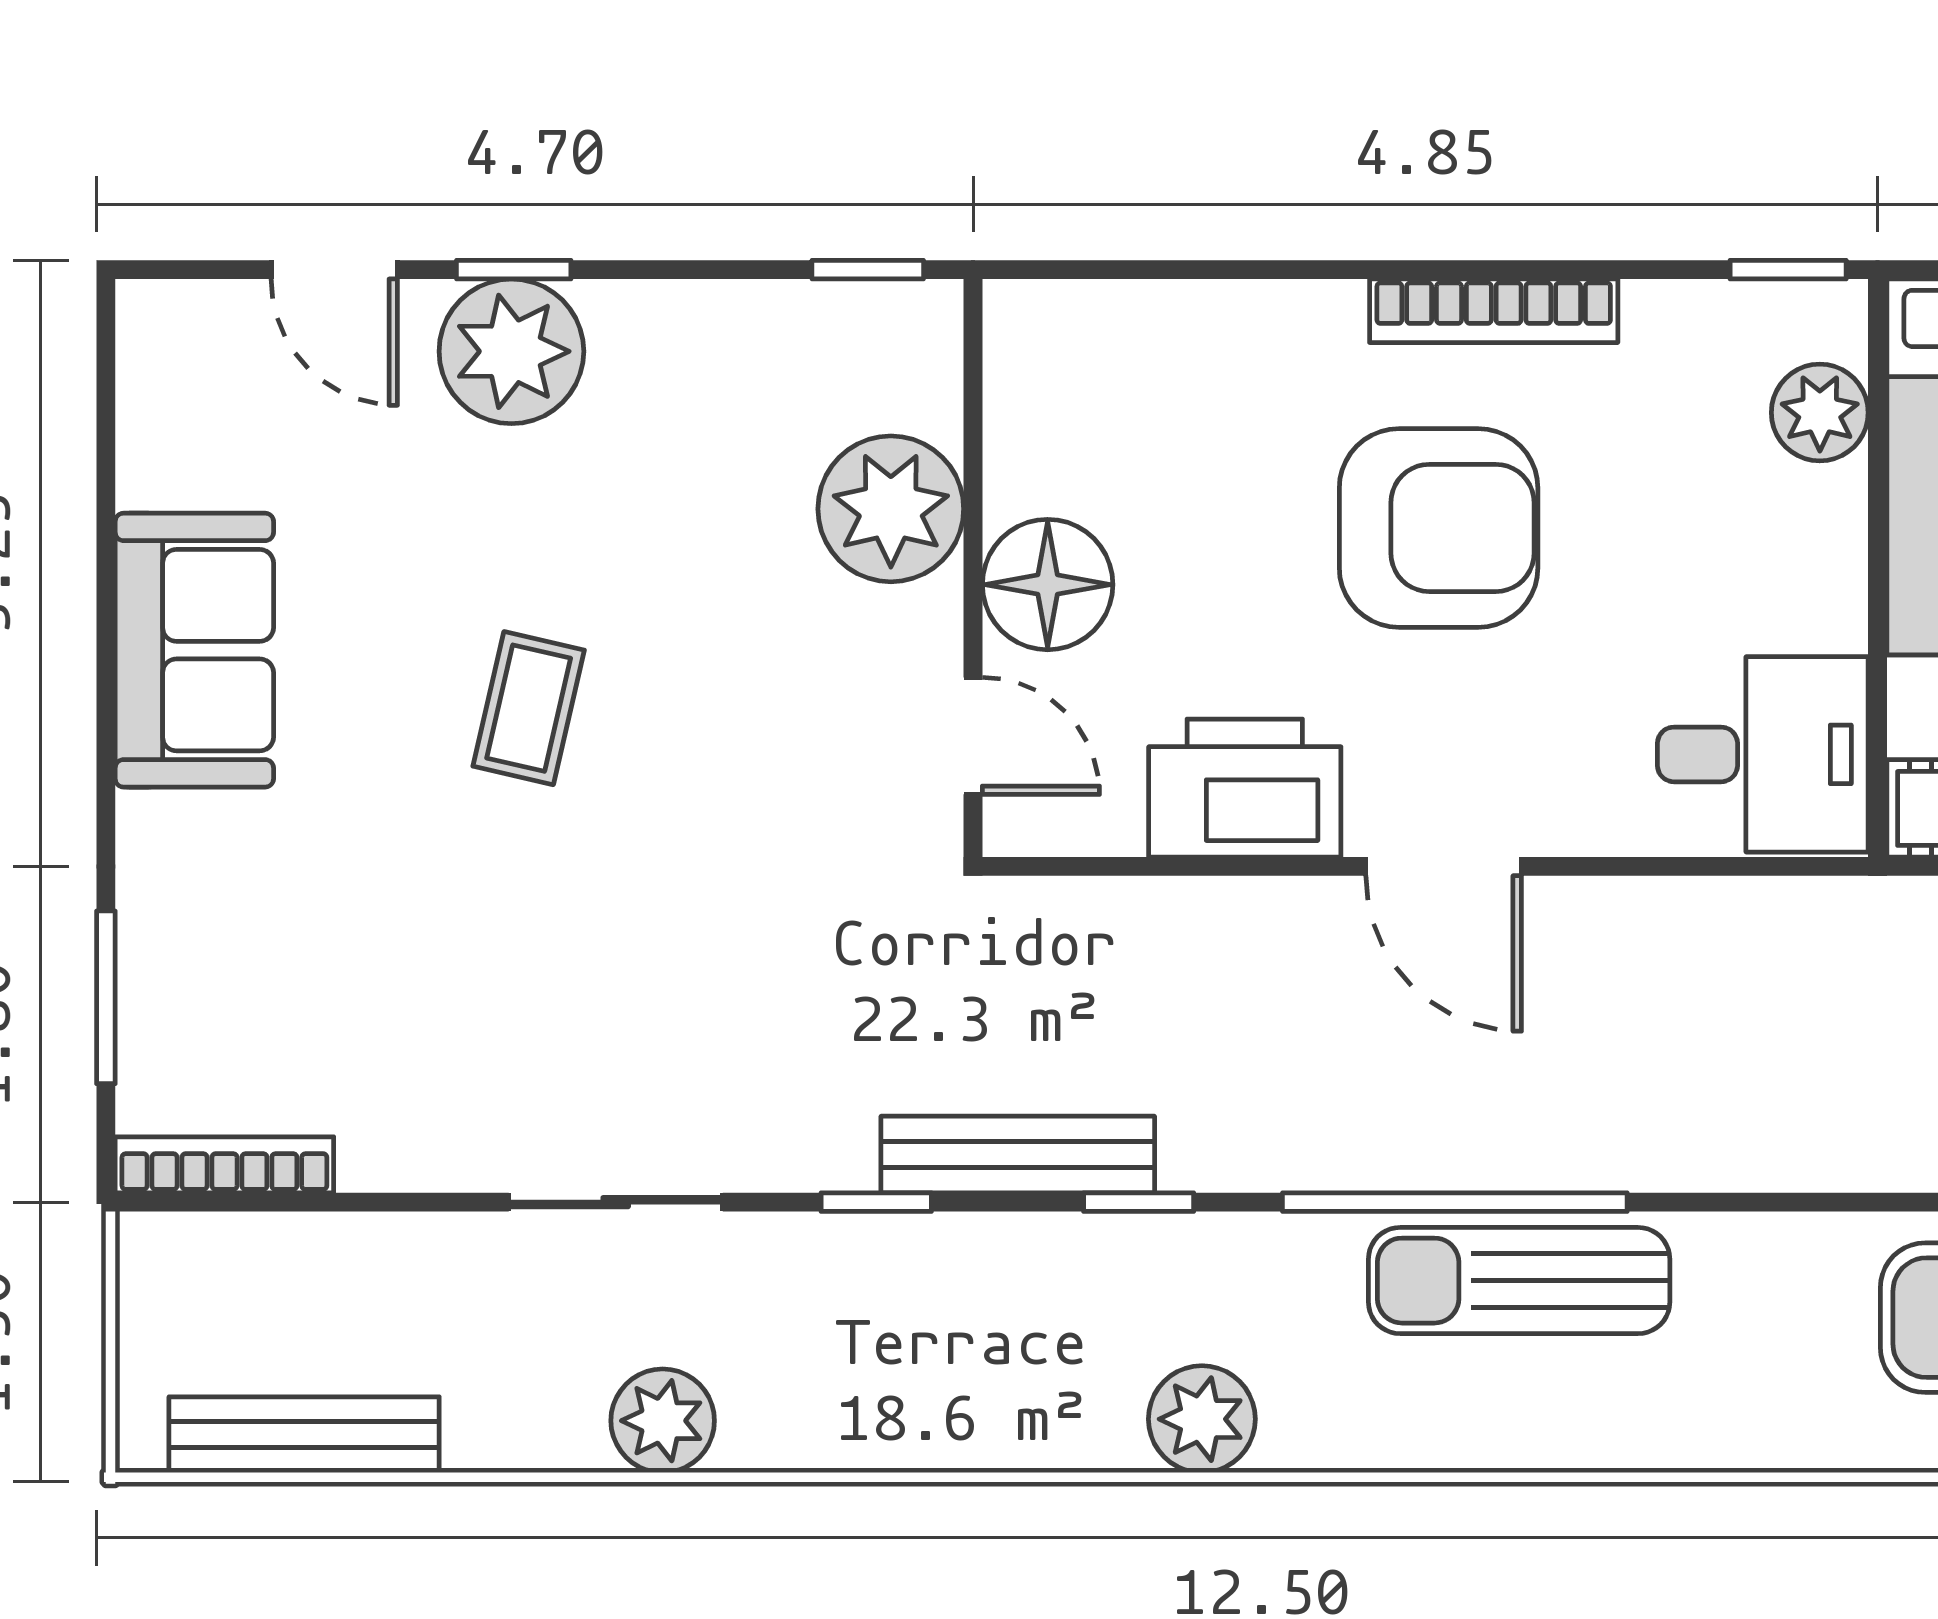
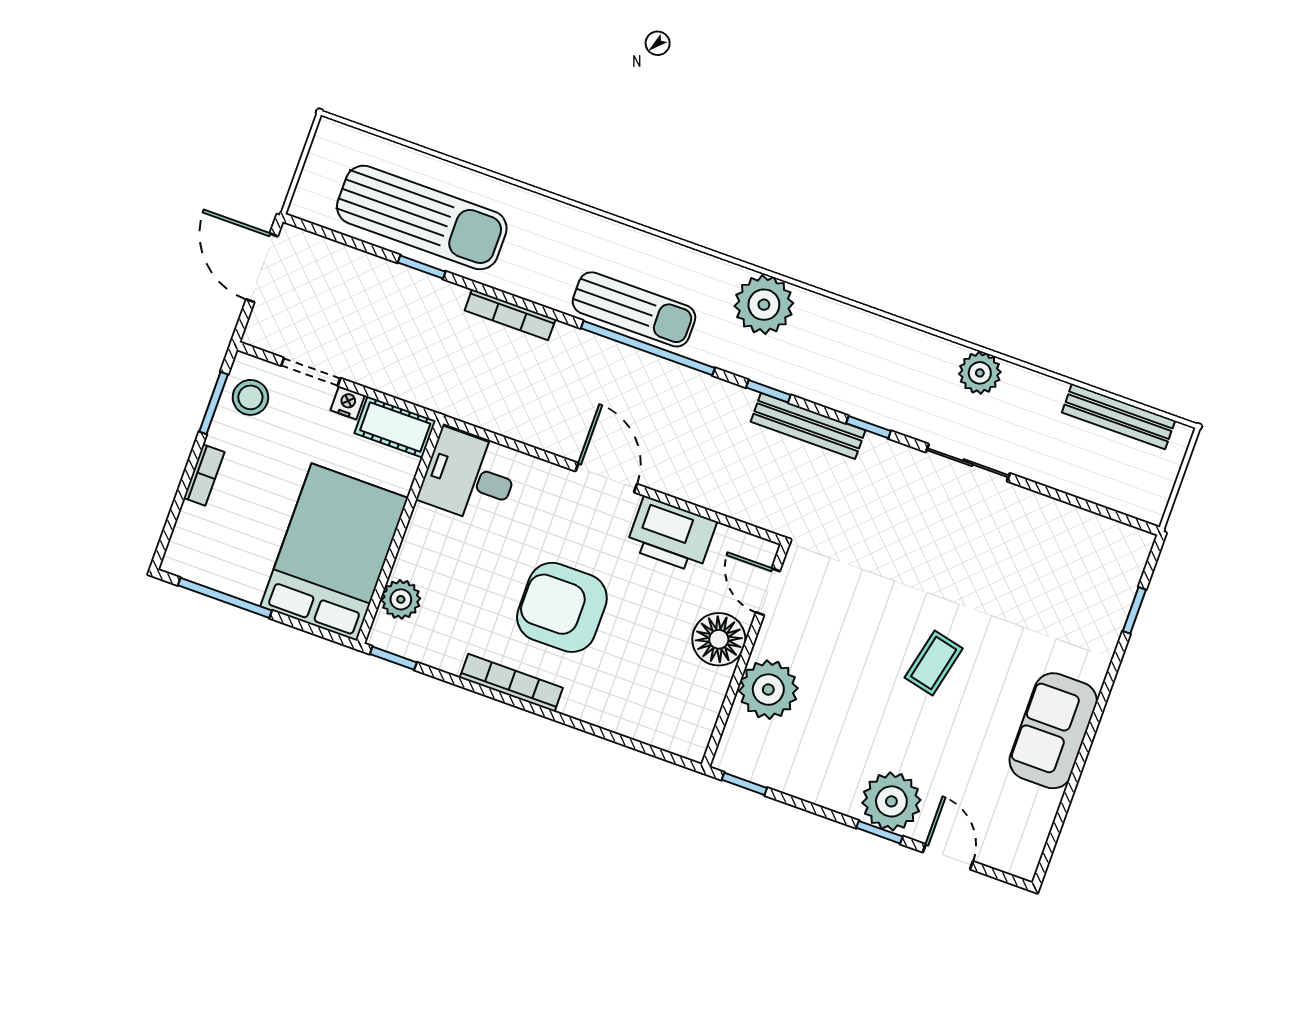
window: (106, 997) -> (1134, 610), width x0.67
bookcase: (224, 1165) -> (510, 315), moved
plant: (1202, 1419) -> (764, 305), width x1.36, depth x1.36

